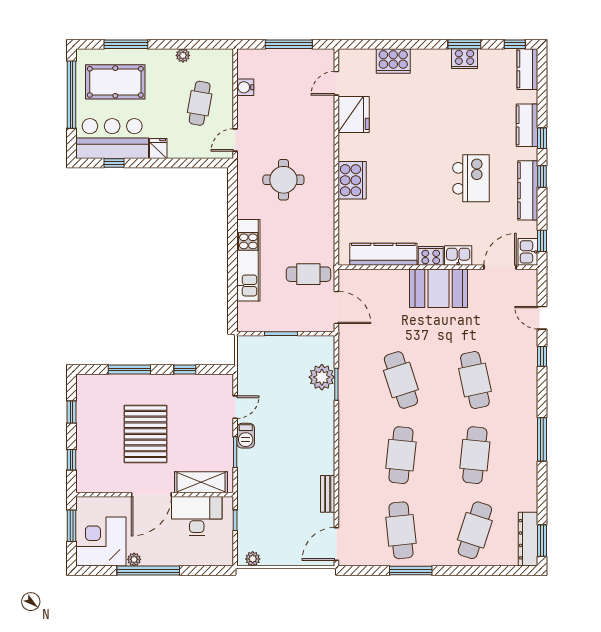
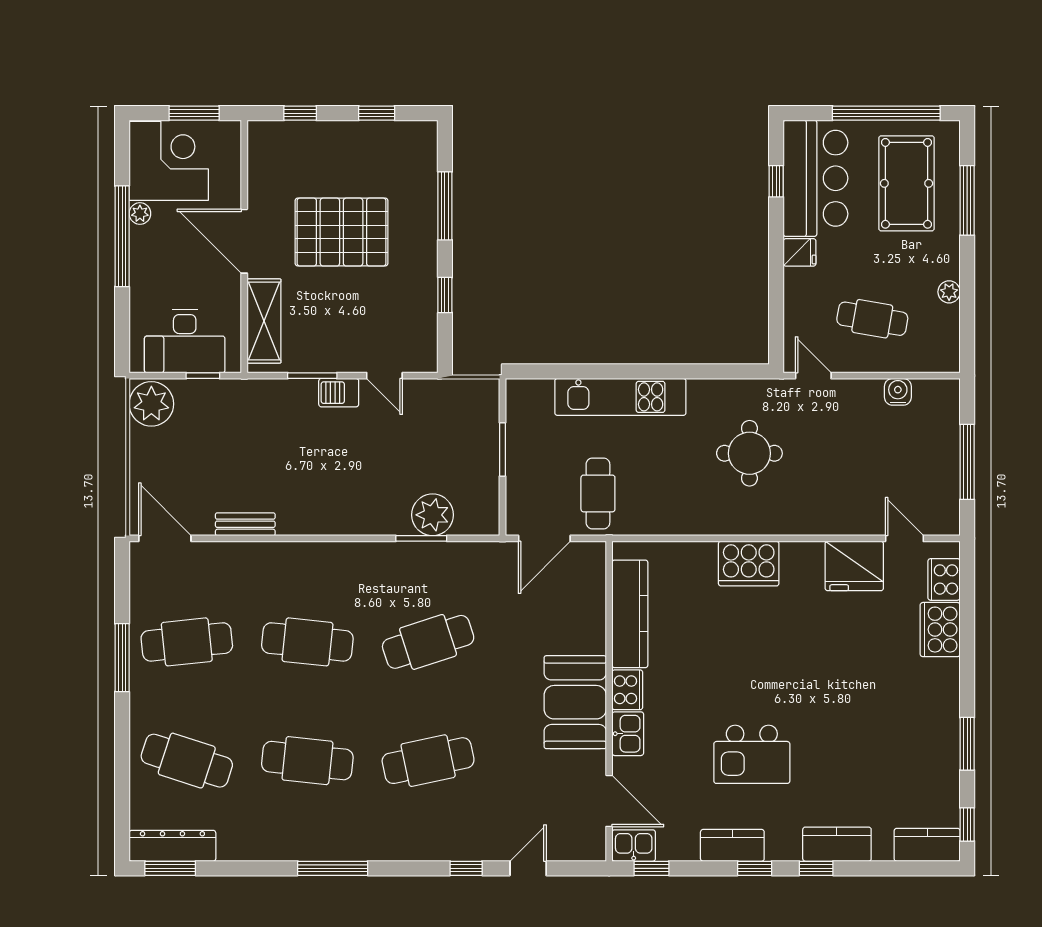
cooker: (465, 59) -> (944, 579), moved
kitchen counter: (528, 190) -> (732, 845), width x0.67
desk: (197, 516) -> (185, 341), moved, turned 90
plant: (253, 559) -> (151, 404), width x1.88, depth x1.88

